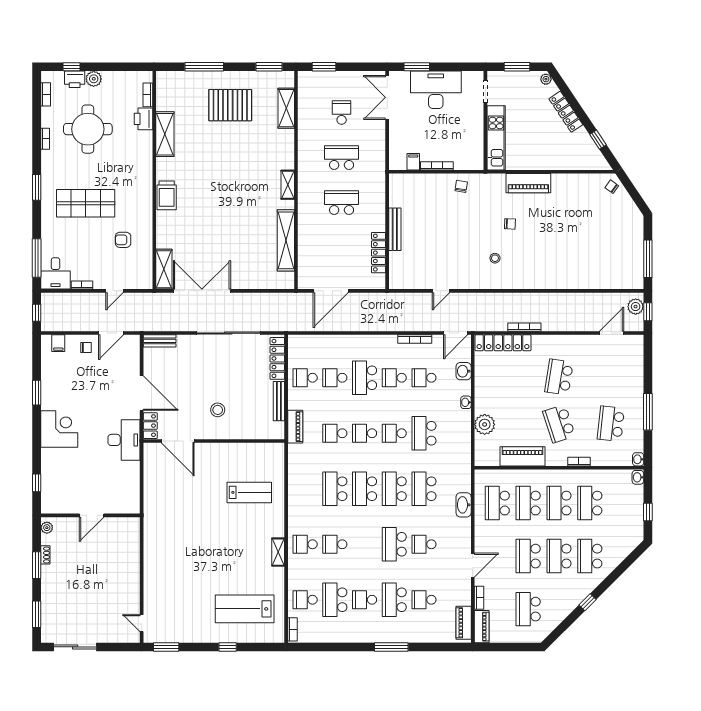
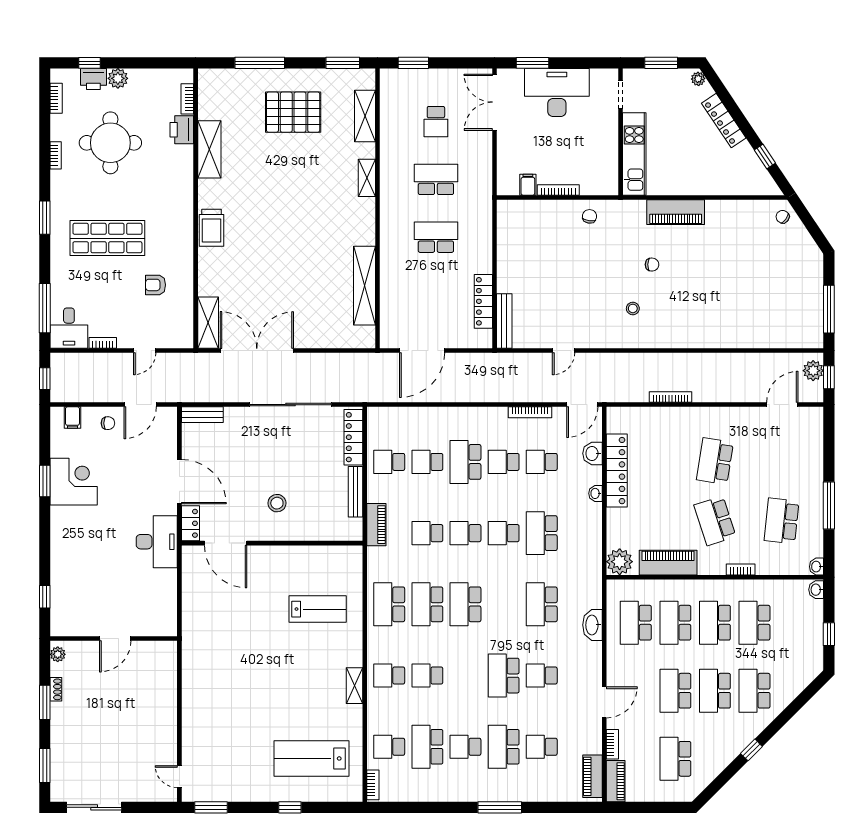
school desk: (342, 113) -> (436, 122), turned 180
shelving: (288, 185) -> (367, 178), moved
bench: (395, 229) -> (504, 321), moved
locker: (503, 343) -> (617, 471), moved, turned -90
plant: (485, 424) -> (620, 562), moved
corner desk: (59, 429) -> (74, 482), moved
school desk: (394, 489) -> (389, 604), moved

